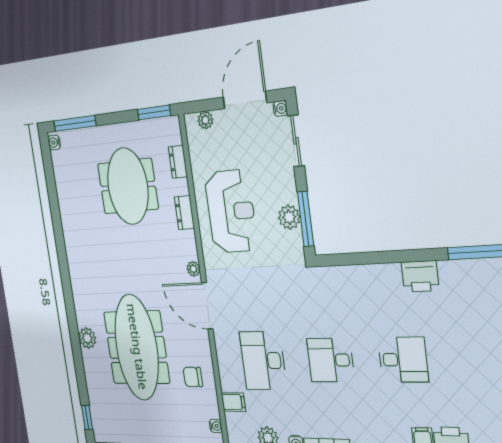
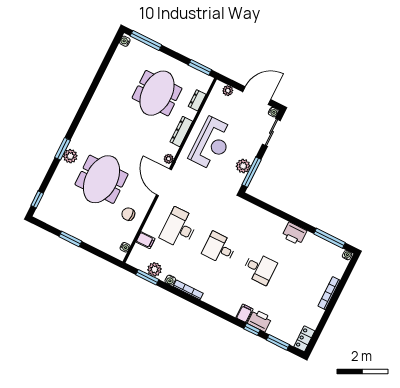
dresser: (184, 213) -> (181, 132), width x1.44
window: (74, 334) -> (62, 149), added
meeting table: (137, 347) -> (102, 179), width x0.73

